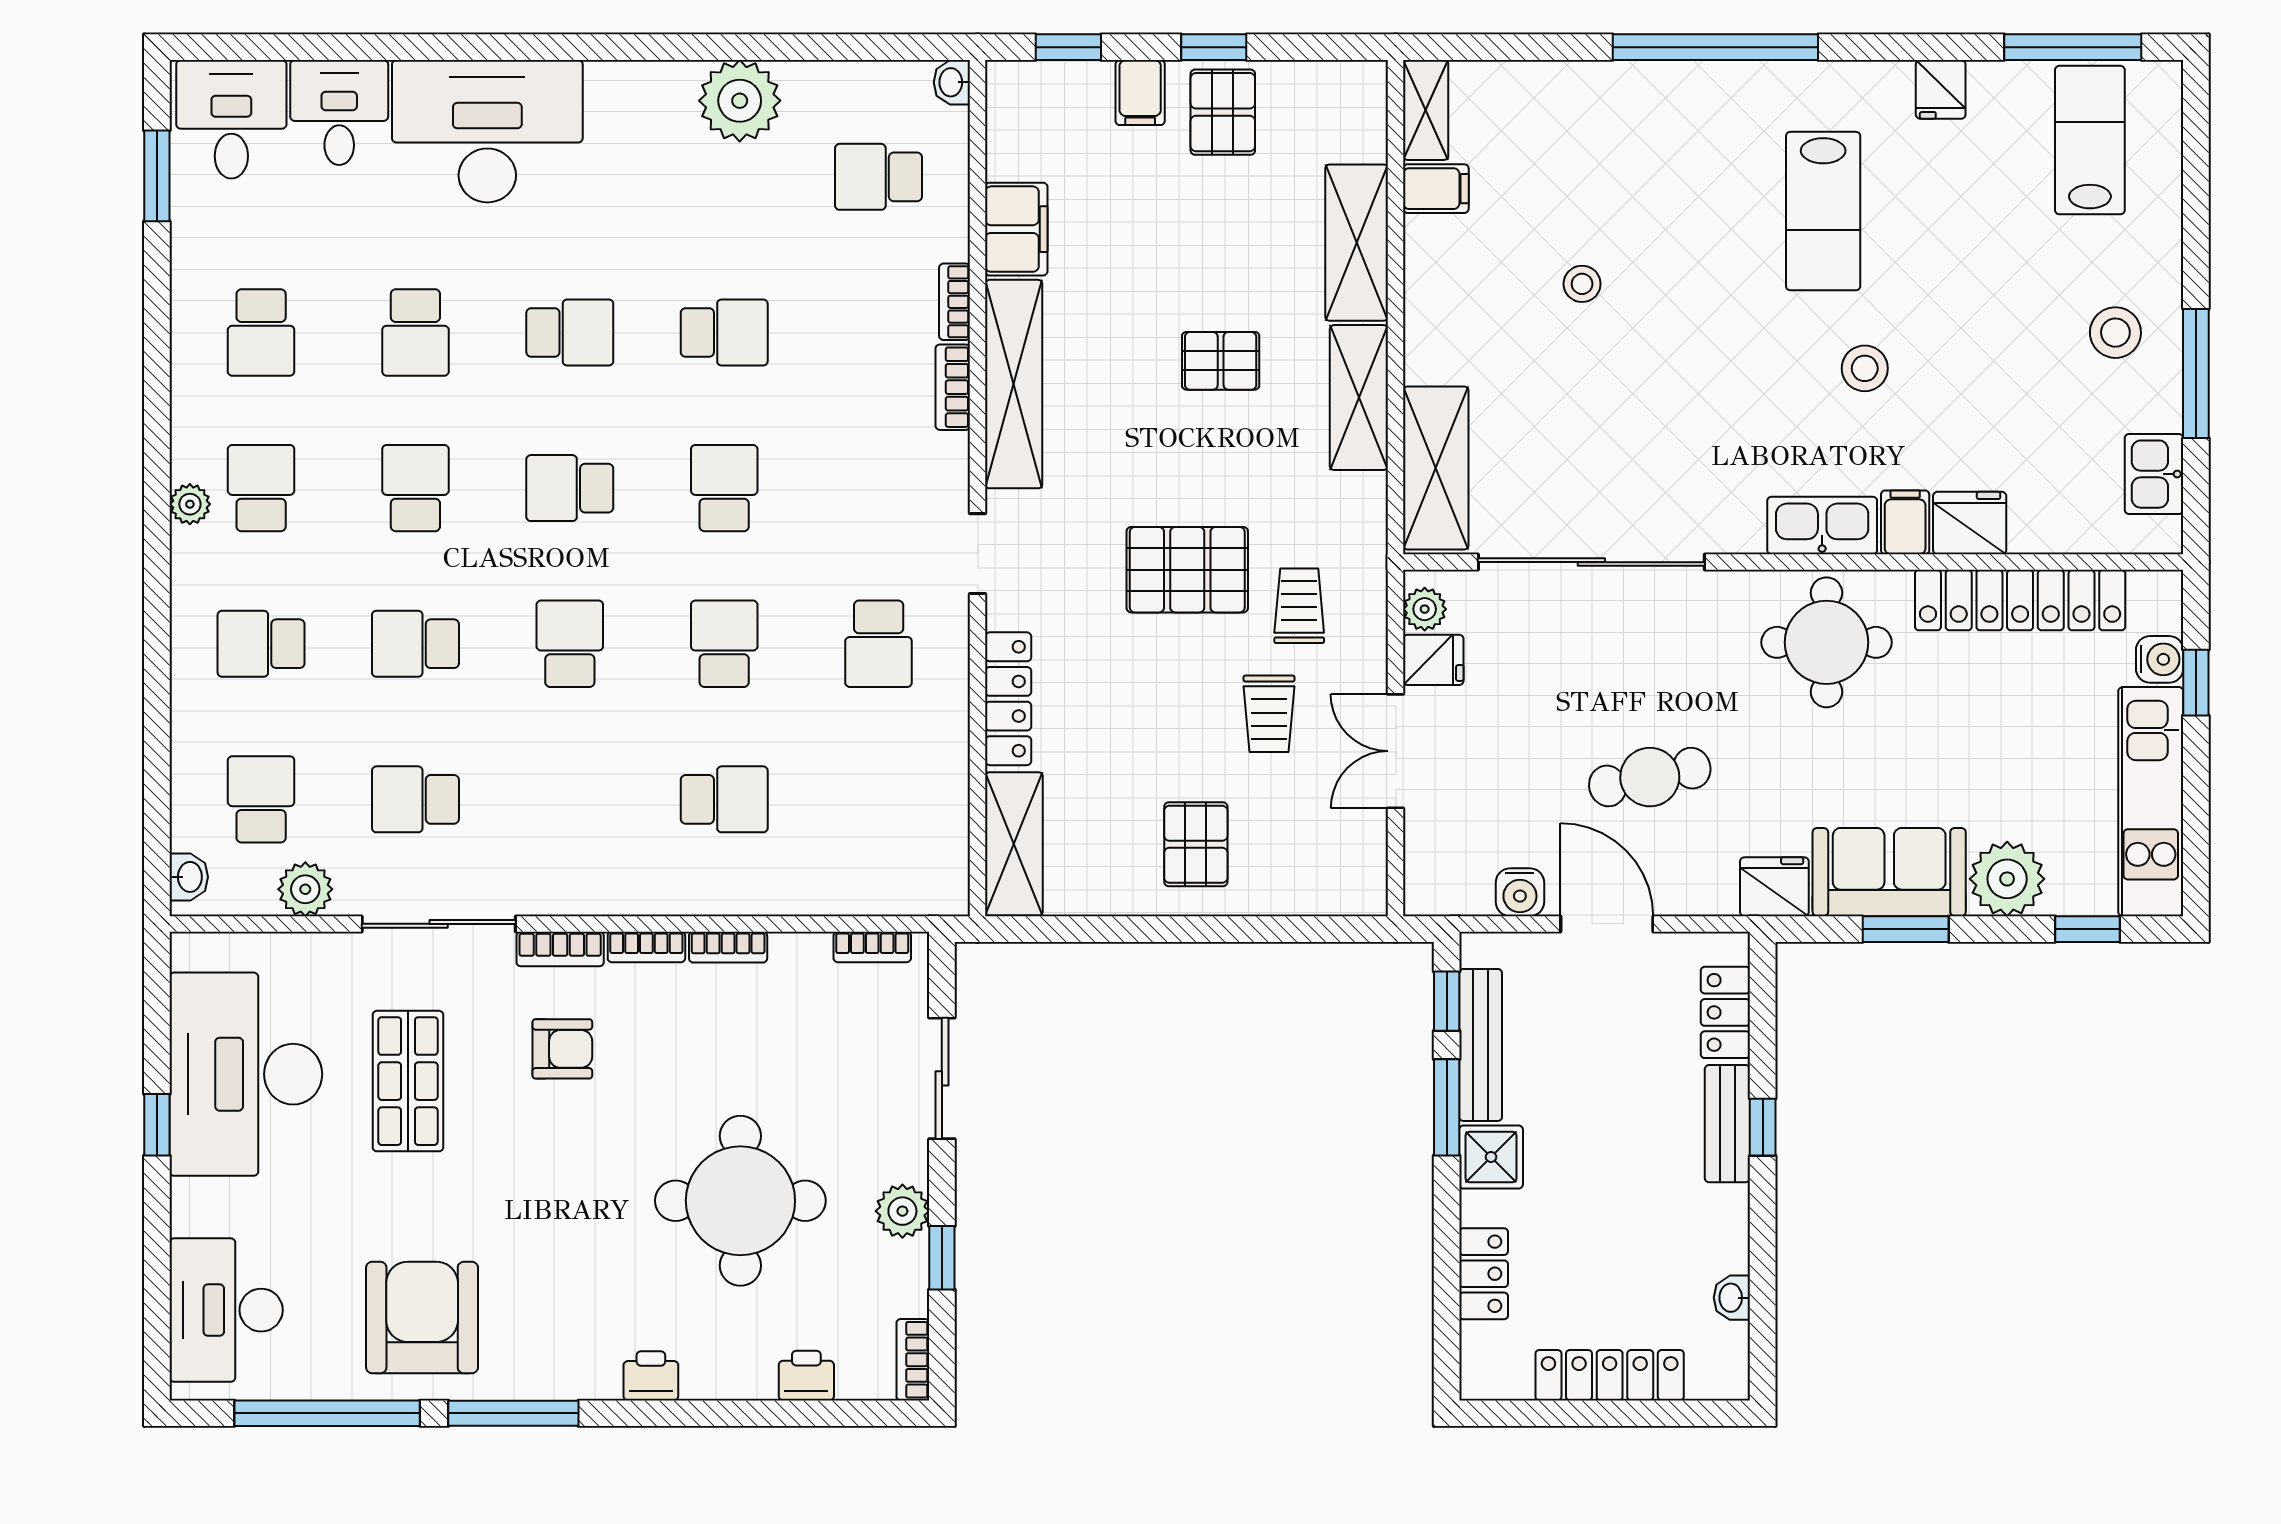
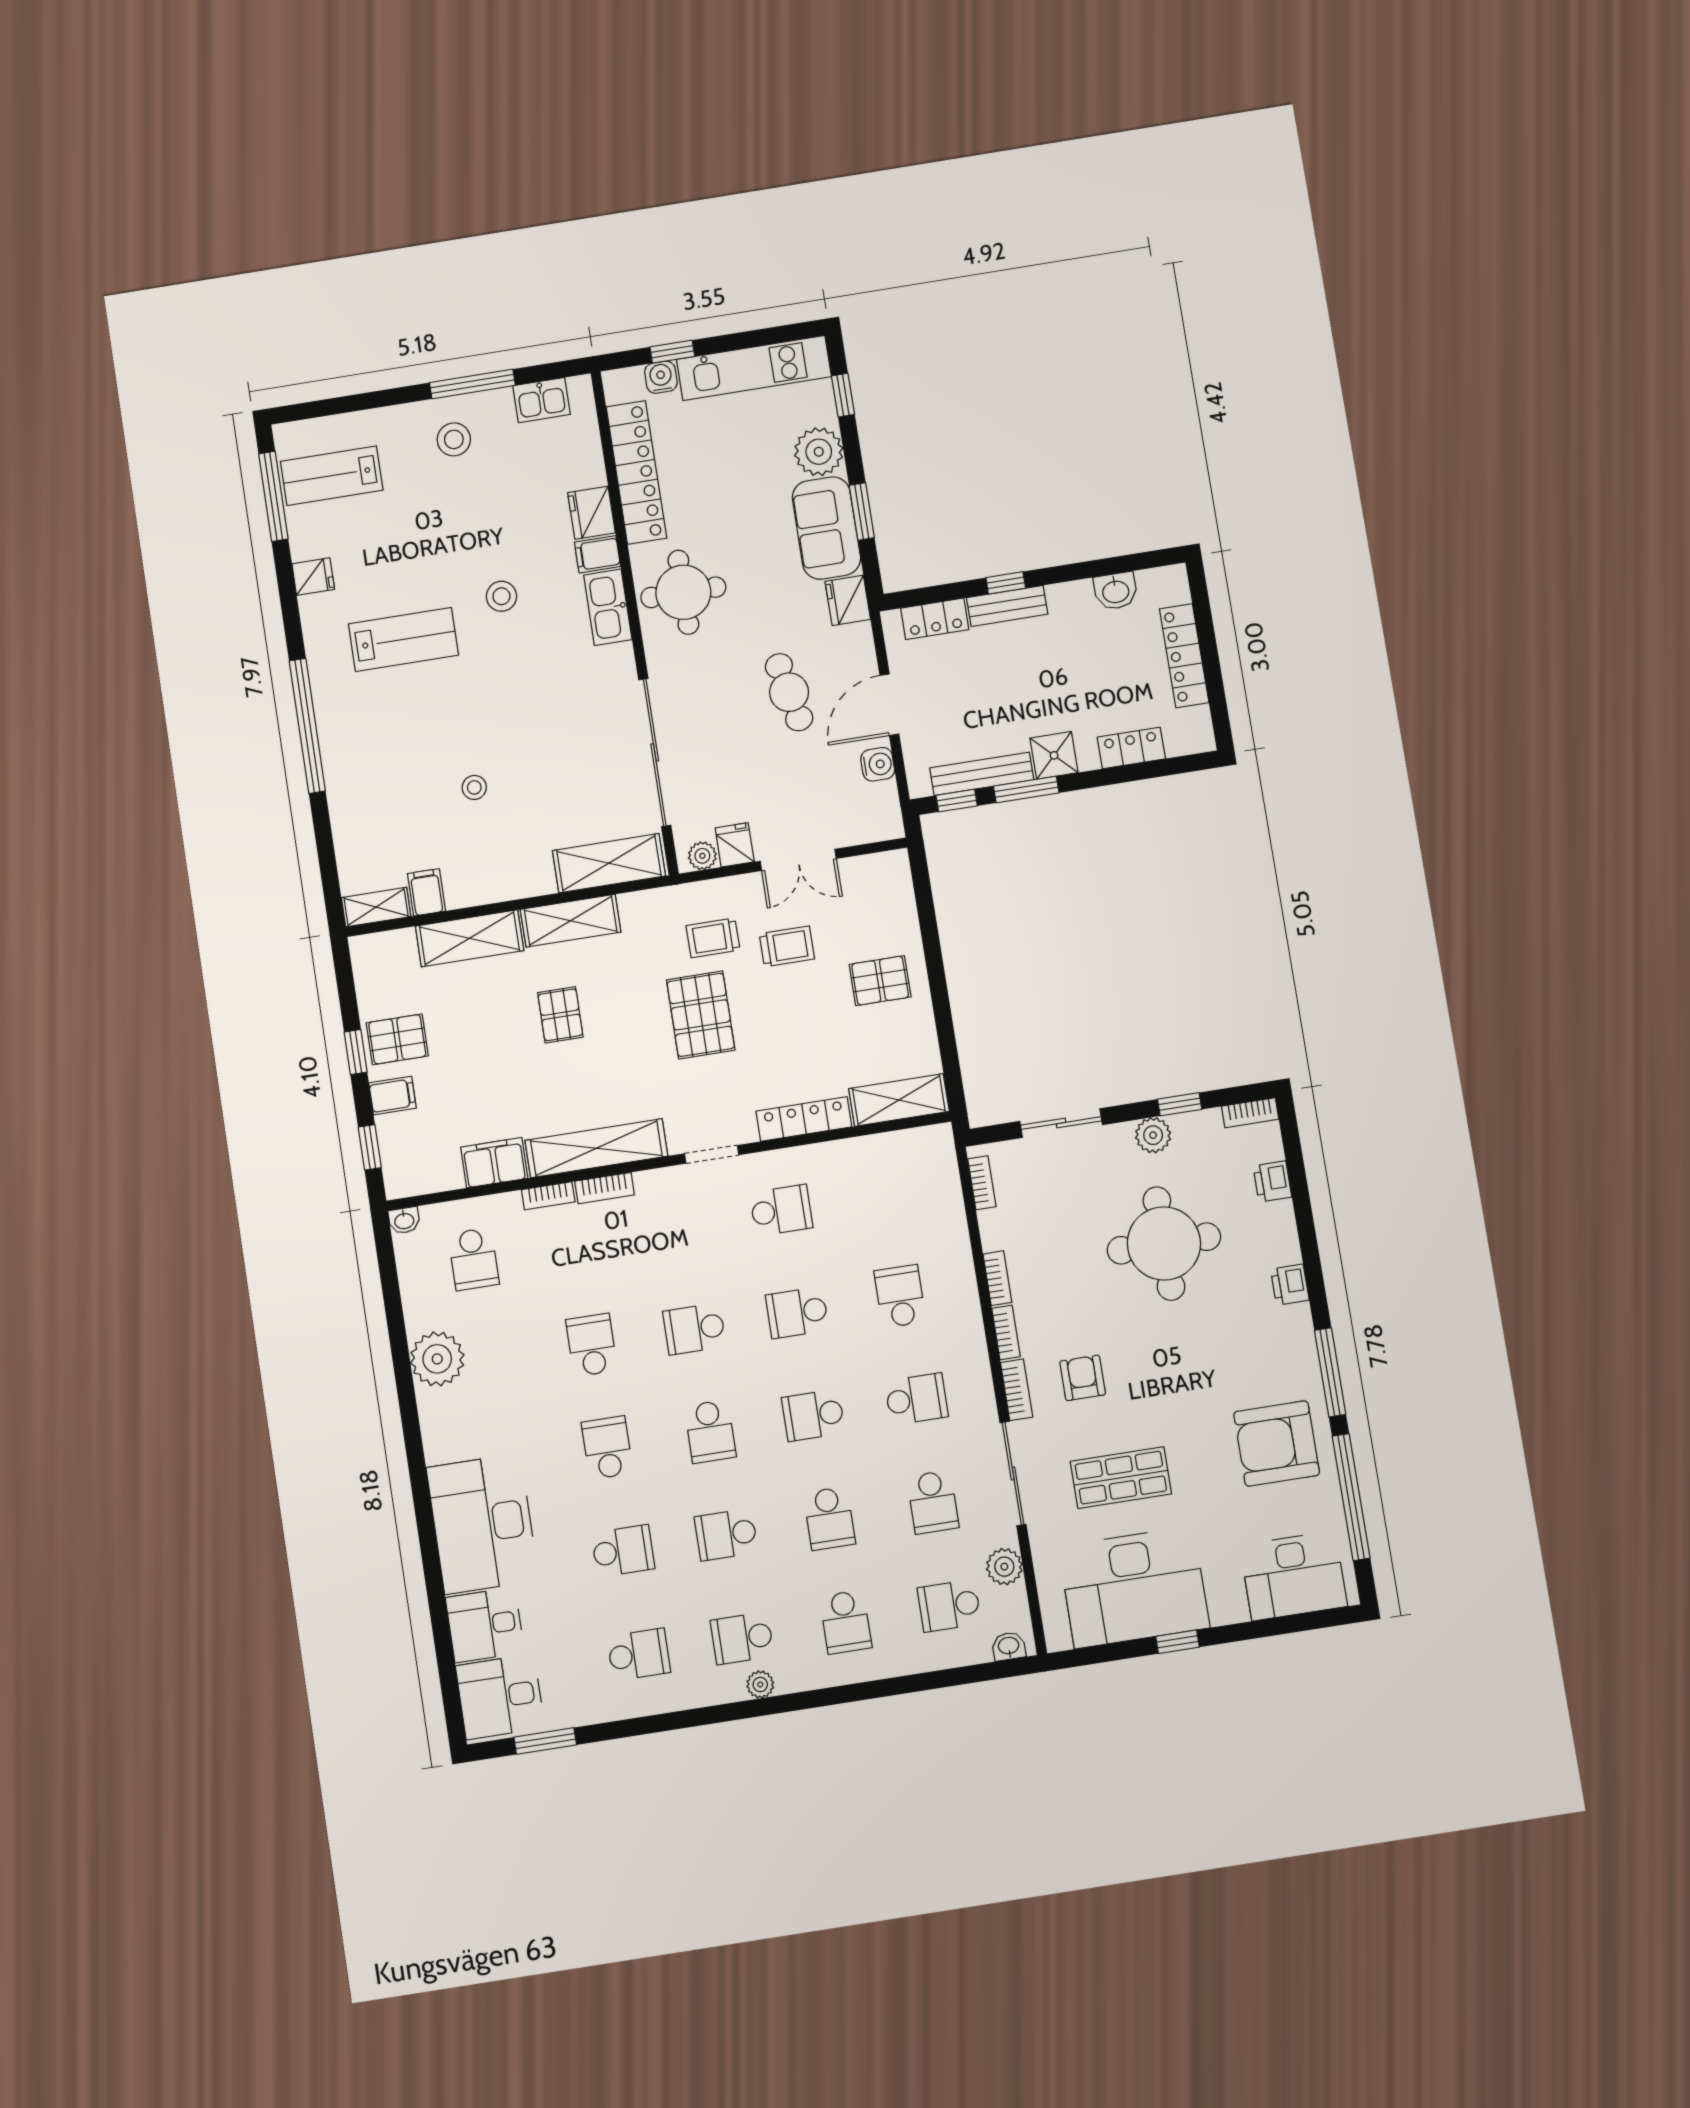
school desk: (570, 799) -> (916, 1399), added
washbasin: (1732, 1298) -> (1116, 591), width x1.38, depth x1.45

